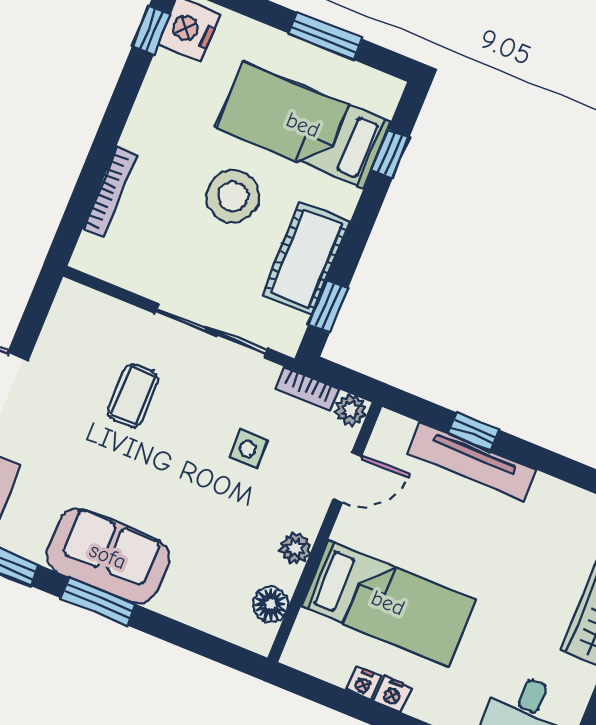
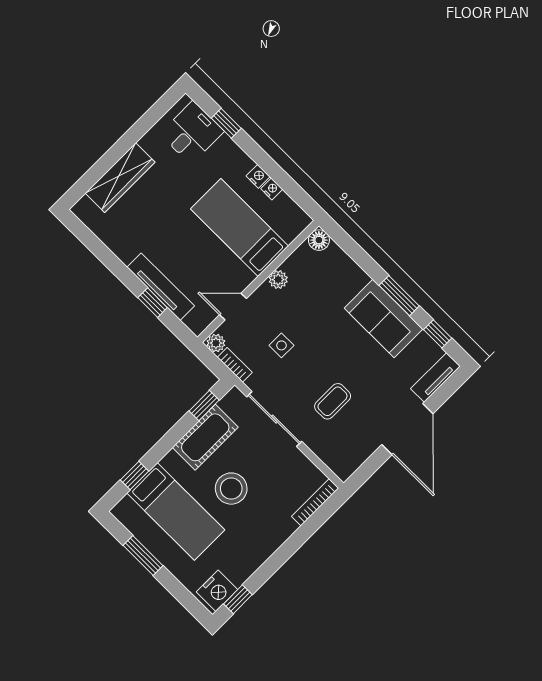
bookcase: (110, 192) -> (315, 502), moved
floor lamp: (271, 604) -> (319, 240), moved

